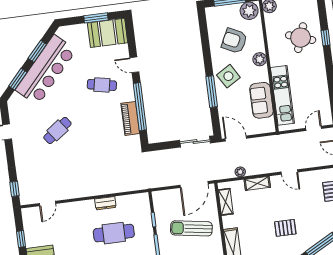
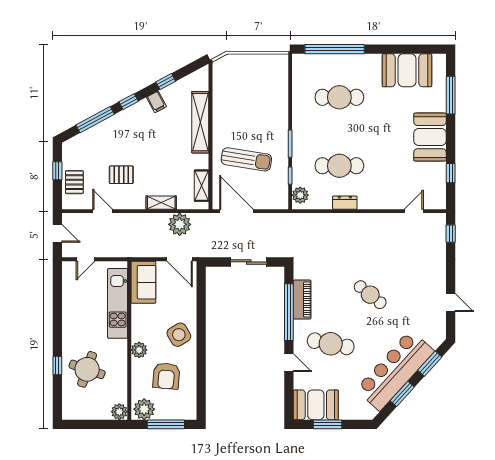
armchair: (234, 41) -> (166, 376), turned 69
cafe table: (102, 85) -> (331, 344), width x1.37, depth x1.35
window: (212, 92) -> (201, 319), removed
sofa: (261, 100) -> (143, 282), moved
cafe table: (57, 130) -> (370, 295), moved, turned 75
sliding door: (195, 142) -> (249, 262), moved
plant: (240, 172) -> (180, 224), width x1.87, depth x1.87
door: (289, 172) -> (103, 211), moved
door: (194, 184) -> (237, 211), hinge flipped
plant: (143, 205) -> (300, 195), added
pallet: (285, 228) -> (121, 175), moved

